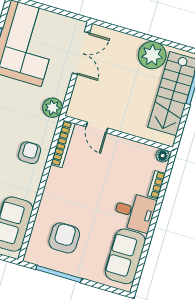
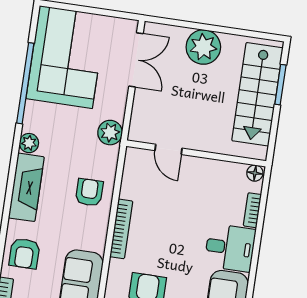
plant: (152, 55) -> (203, 47), moved
bookcase: (63, 144) -> (121, 229), moved

